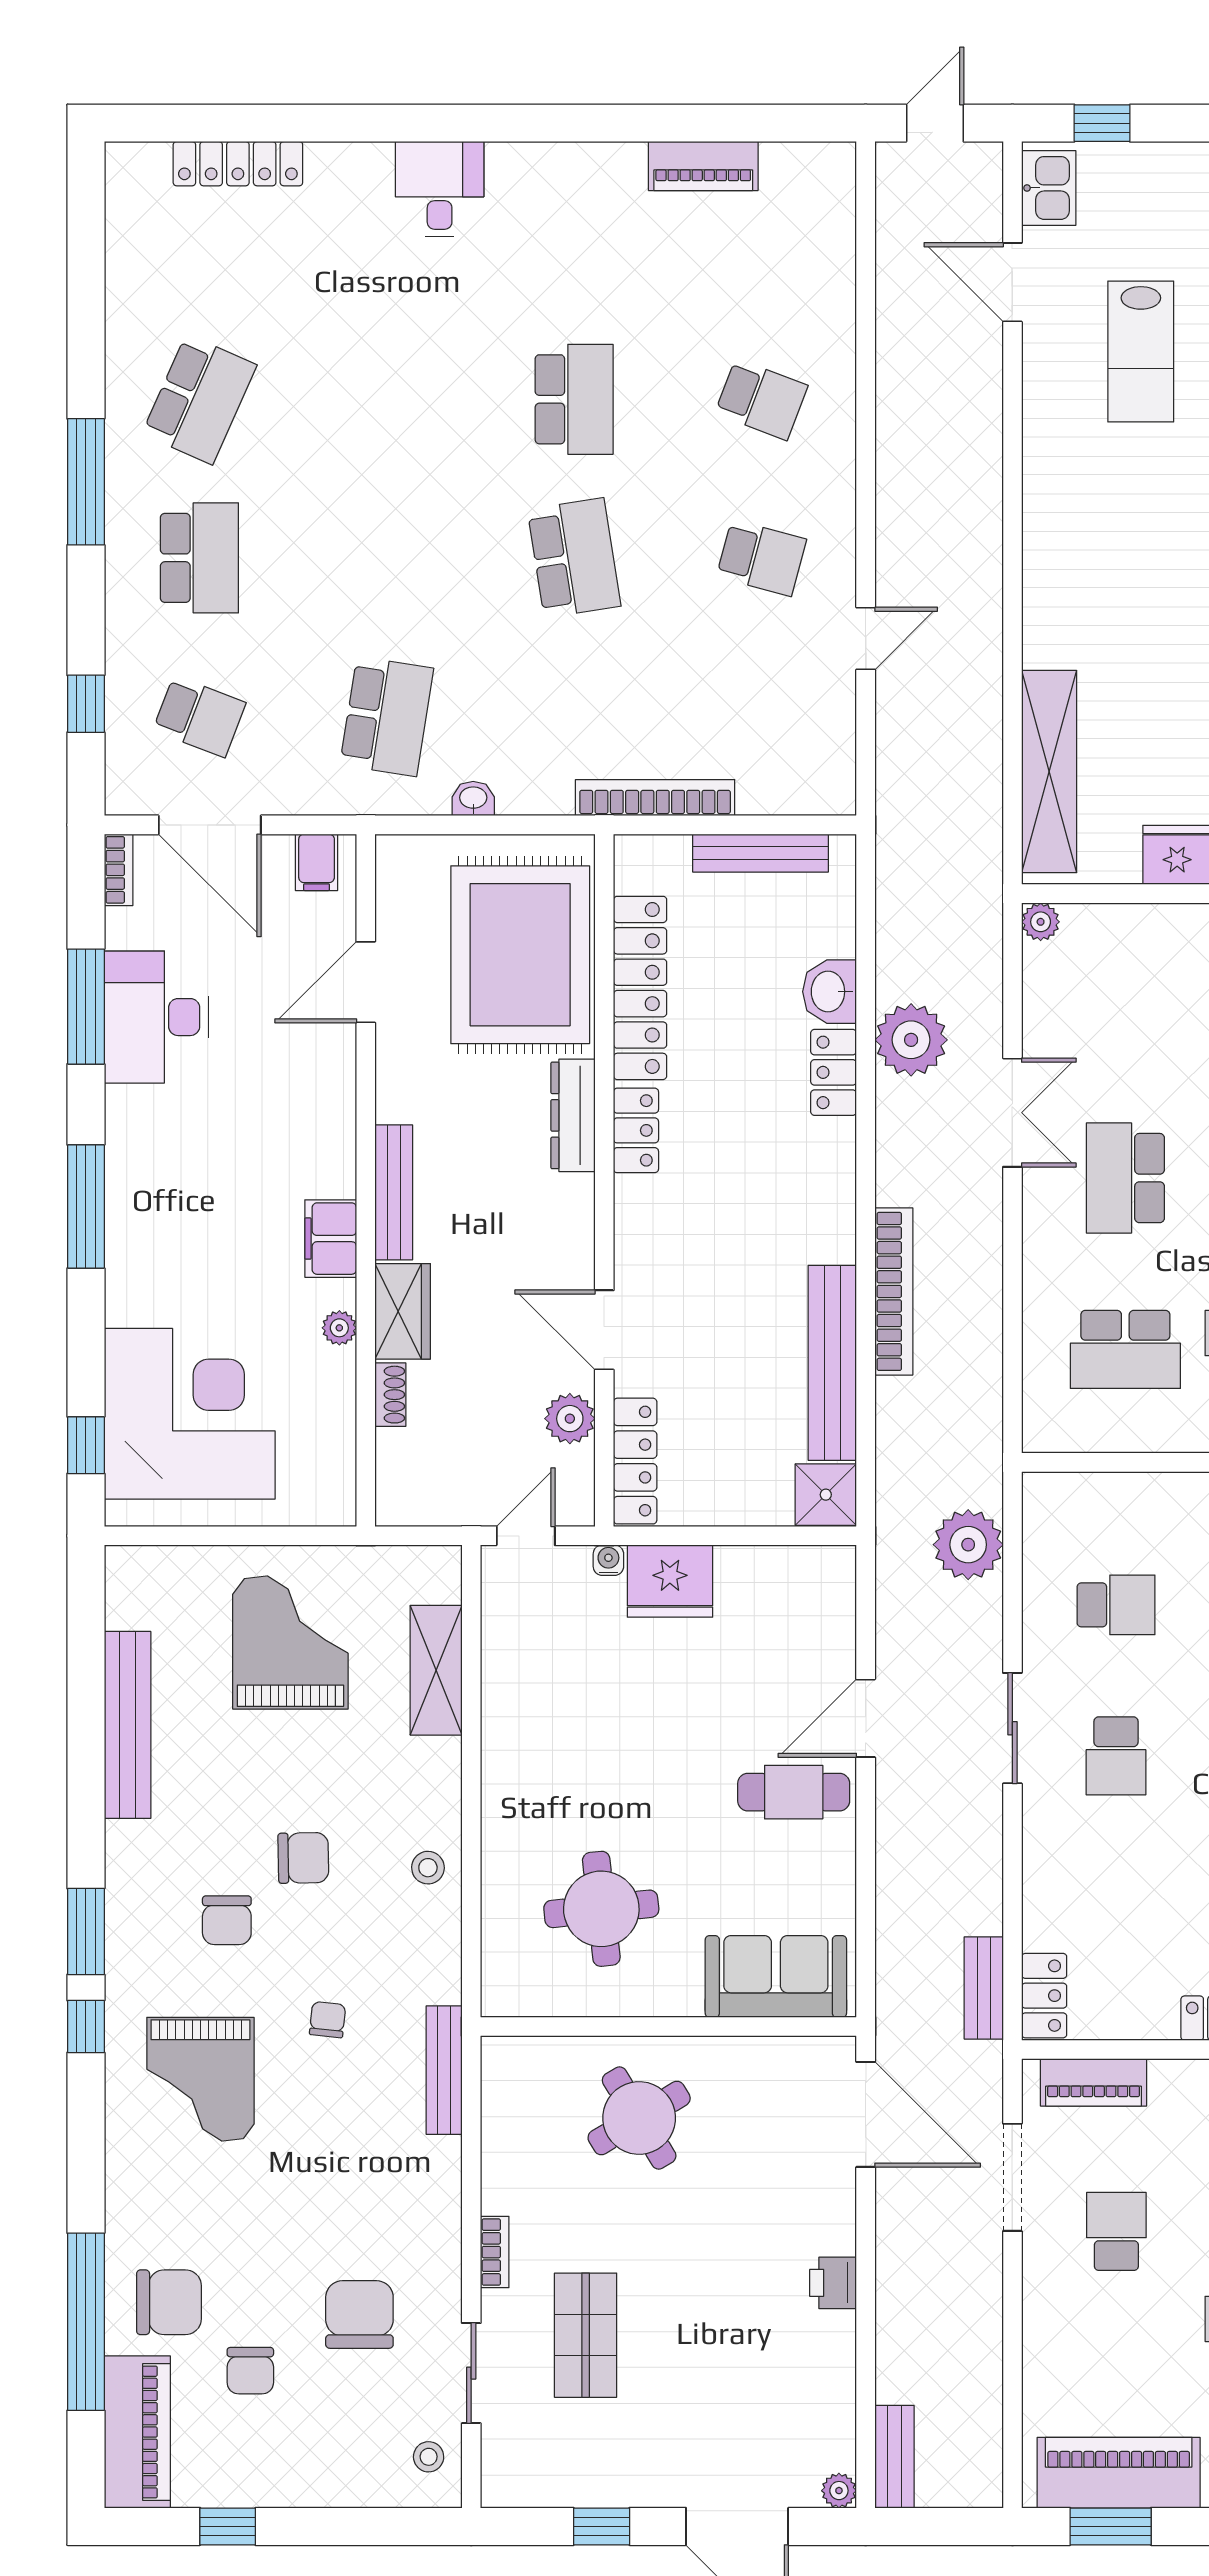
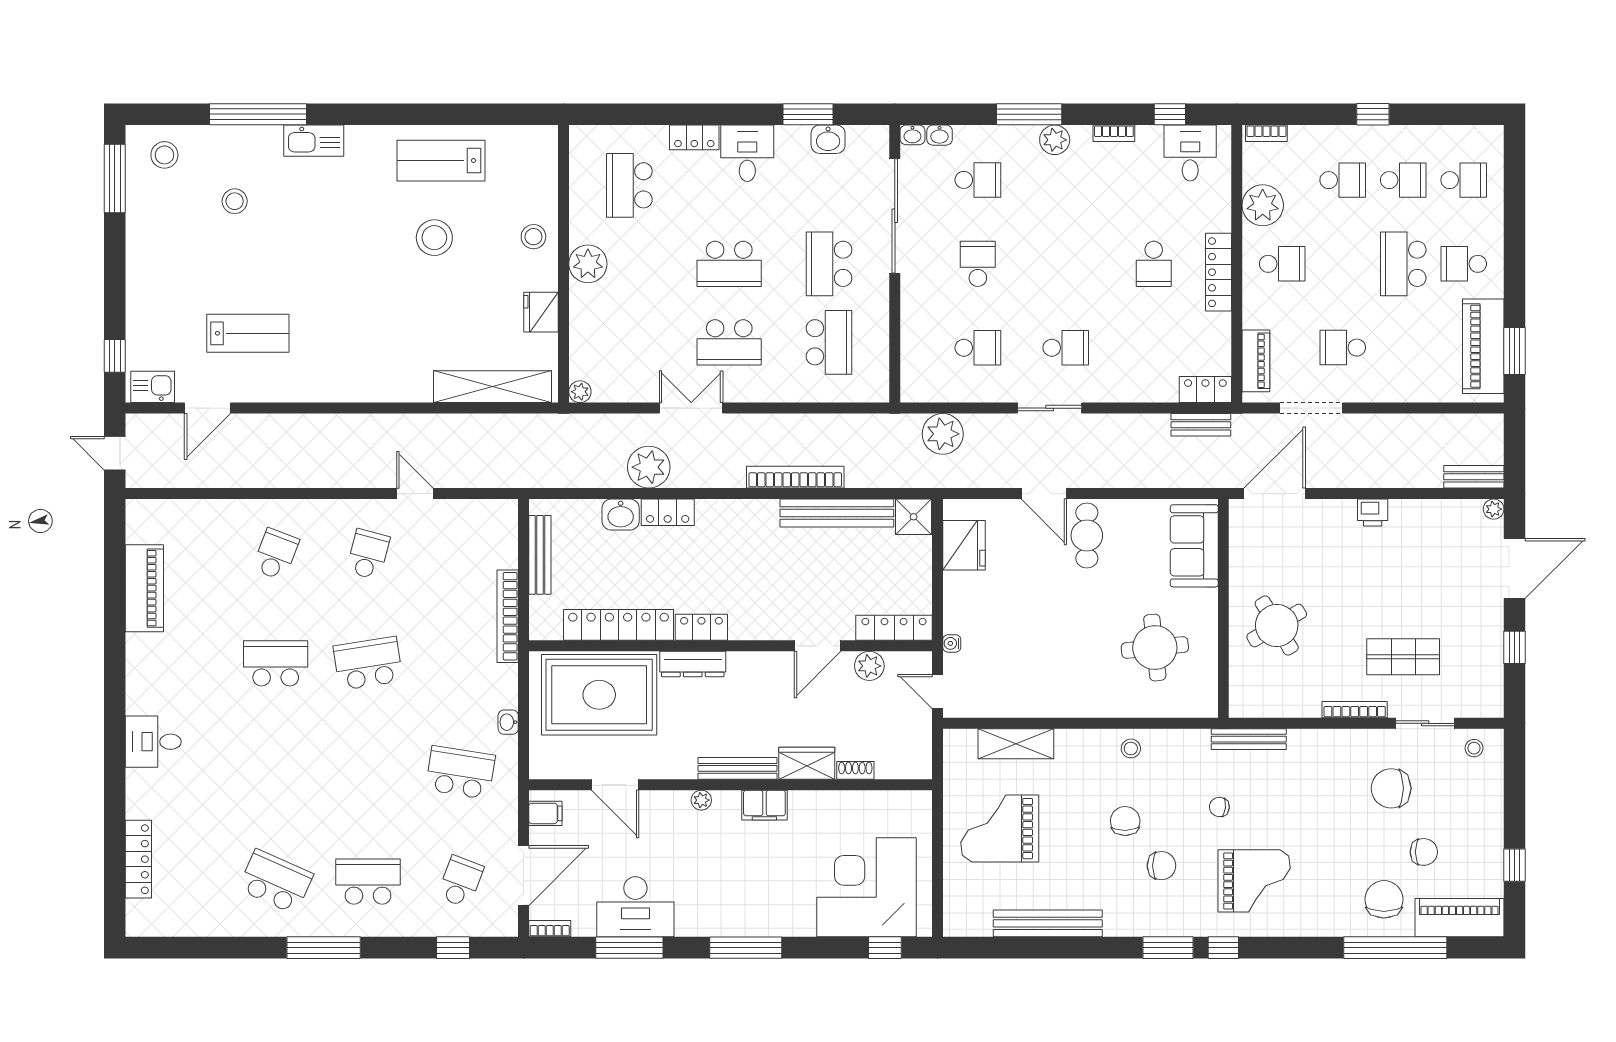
piano: (703, 166) -> (144, 588), width x1.37, depth x1.33
plant: (339, 1328) -> (701, 800), moved
fridge: (670, 1581) -> (964, 545), moved
school desk: (1116, 1605) -> (978, 348), turned 90
bookcase: (495, 2252) -> (1355, 710), width x1.56

